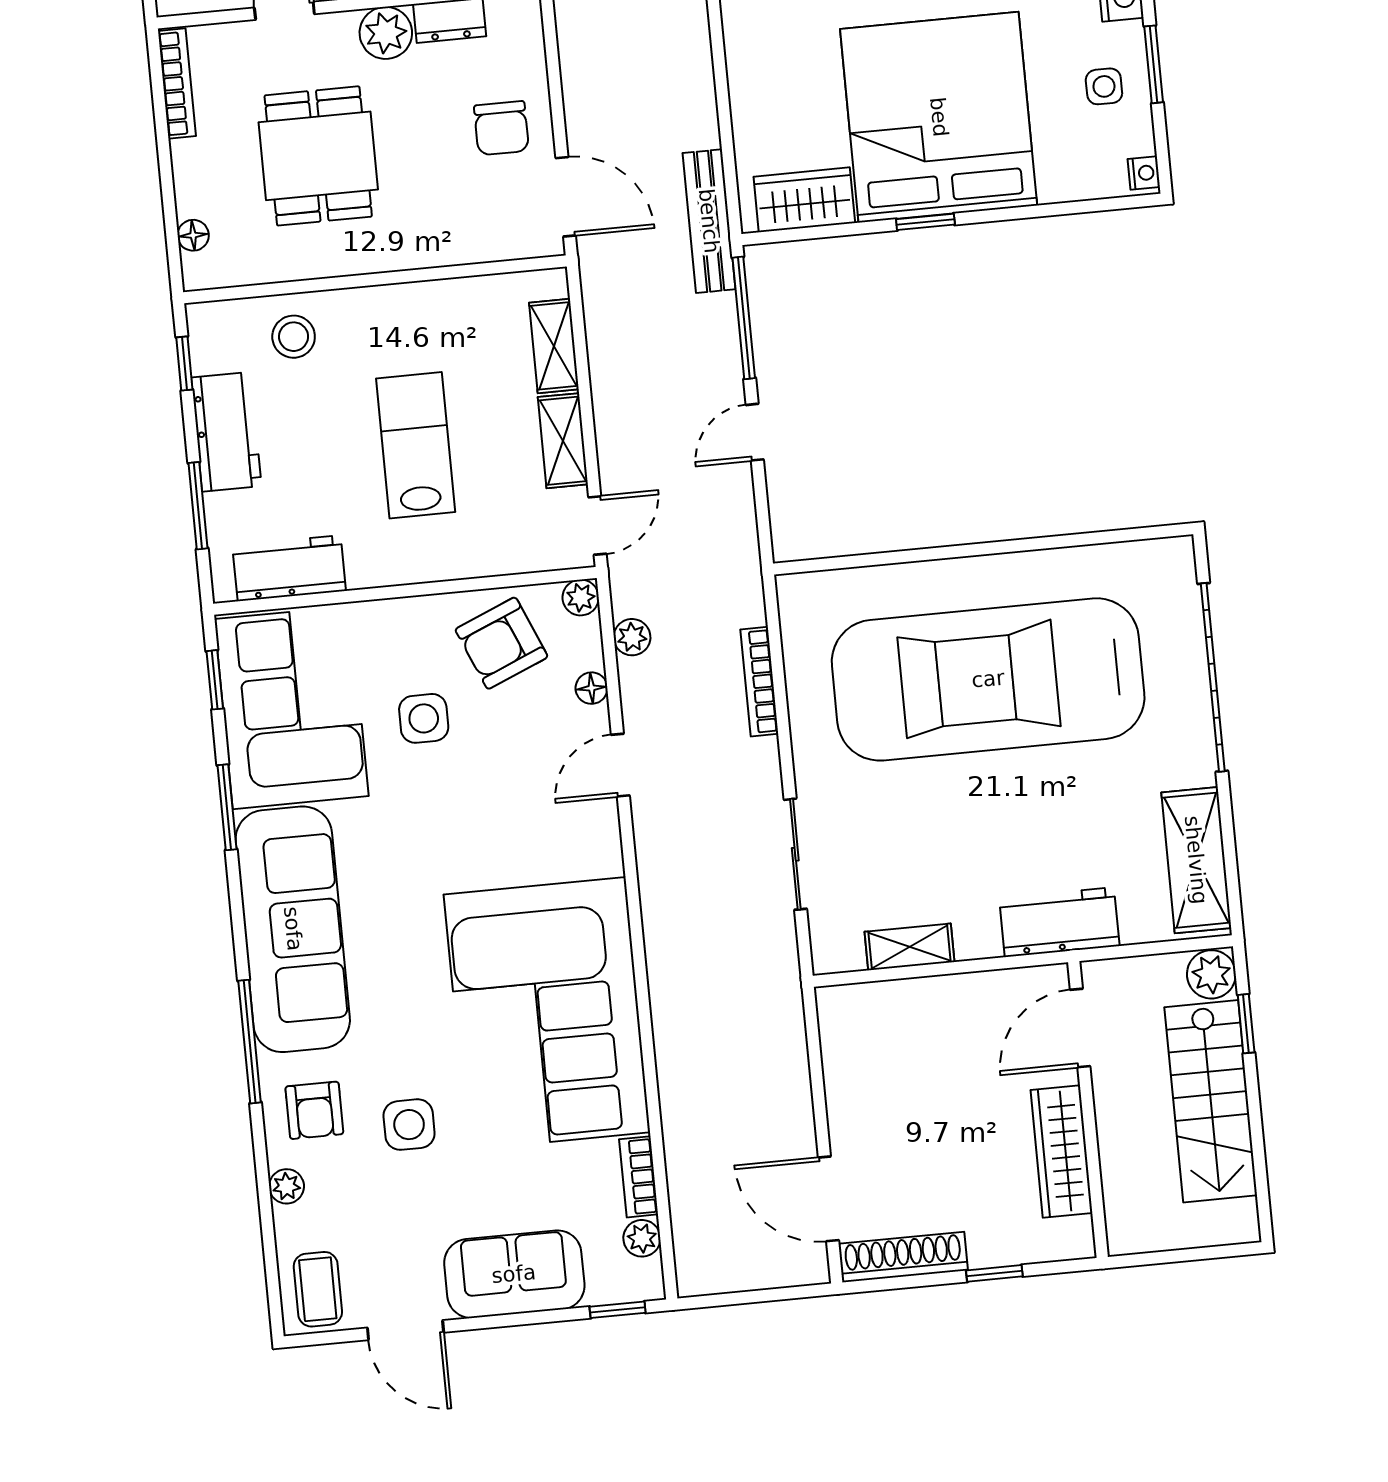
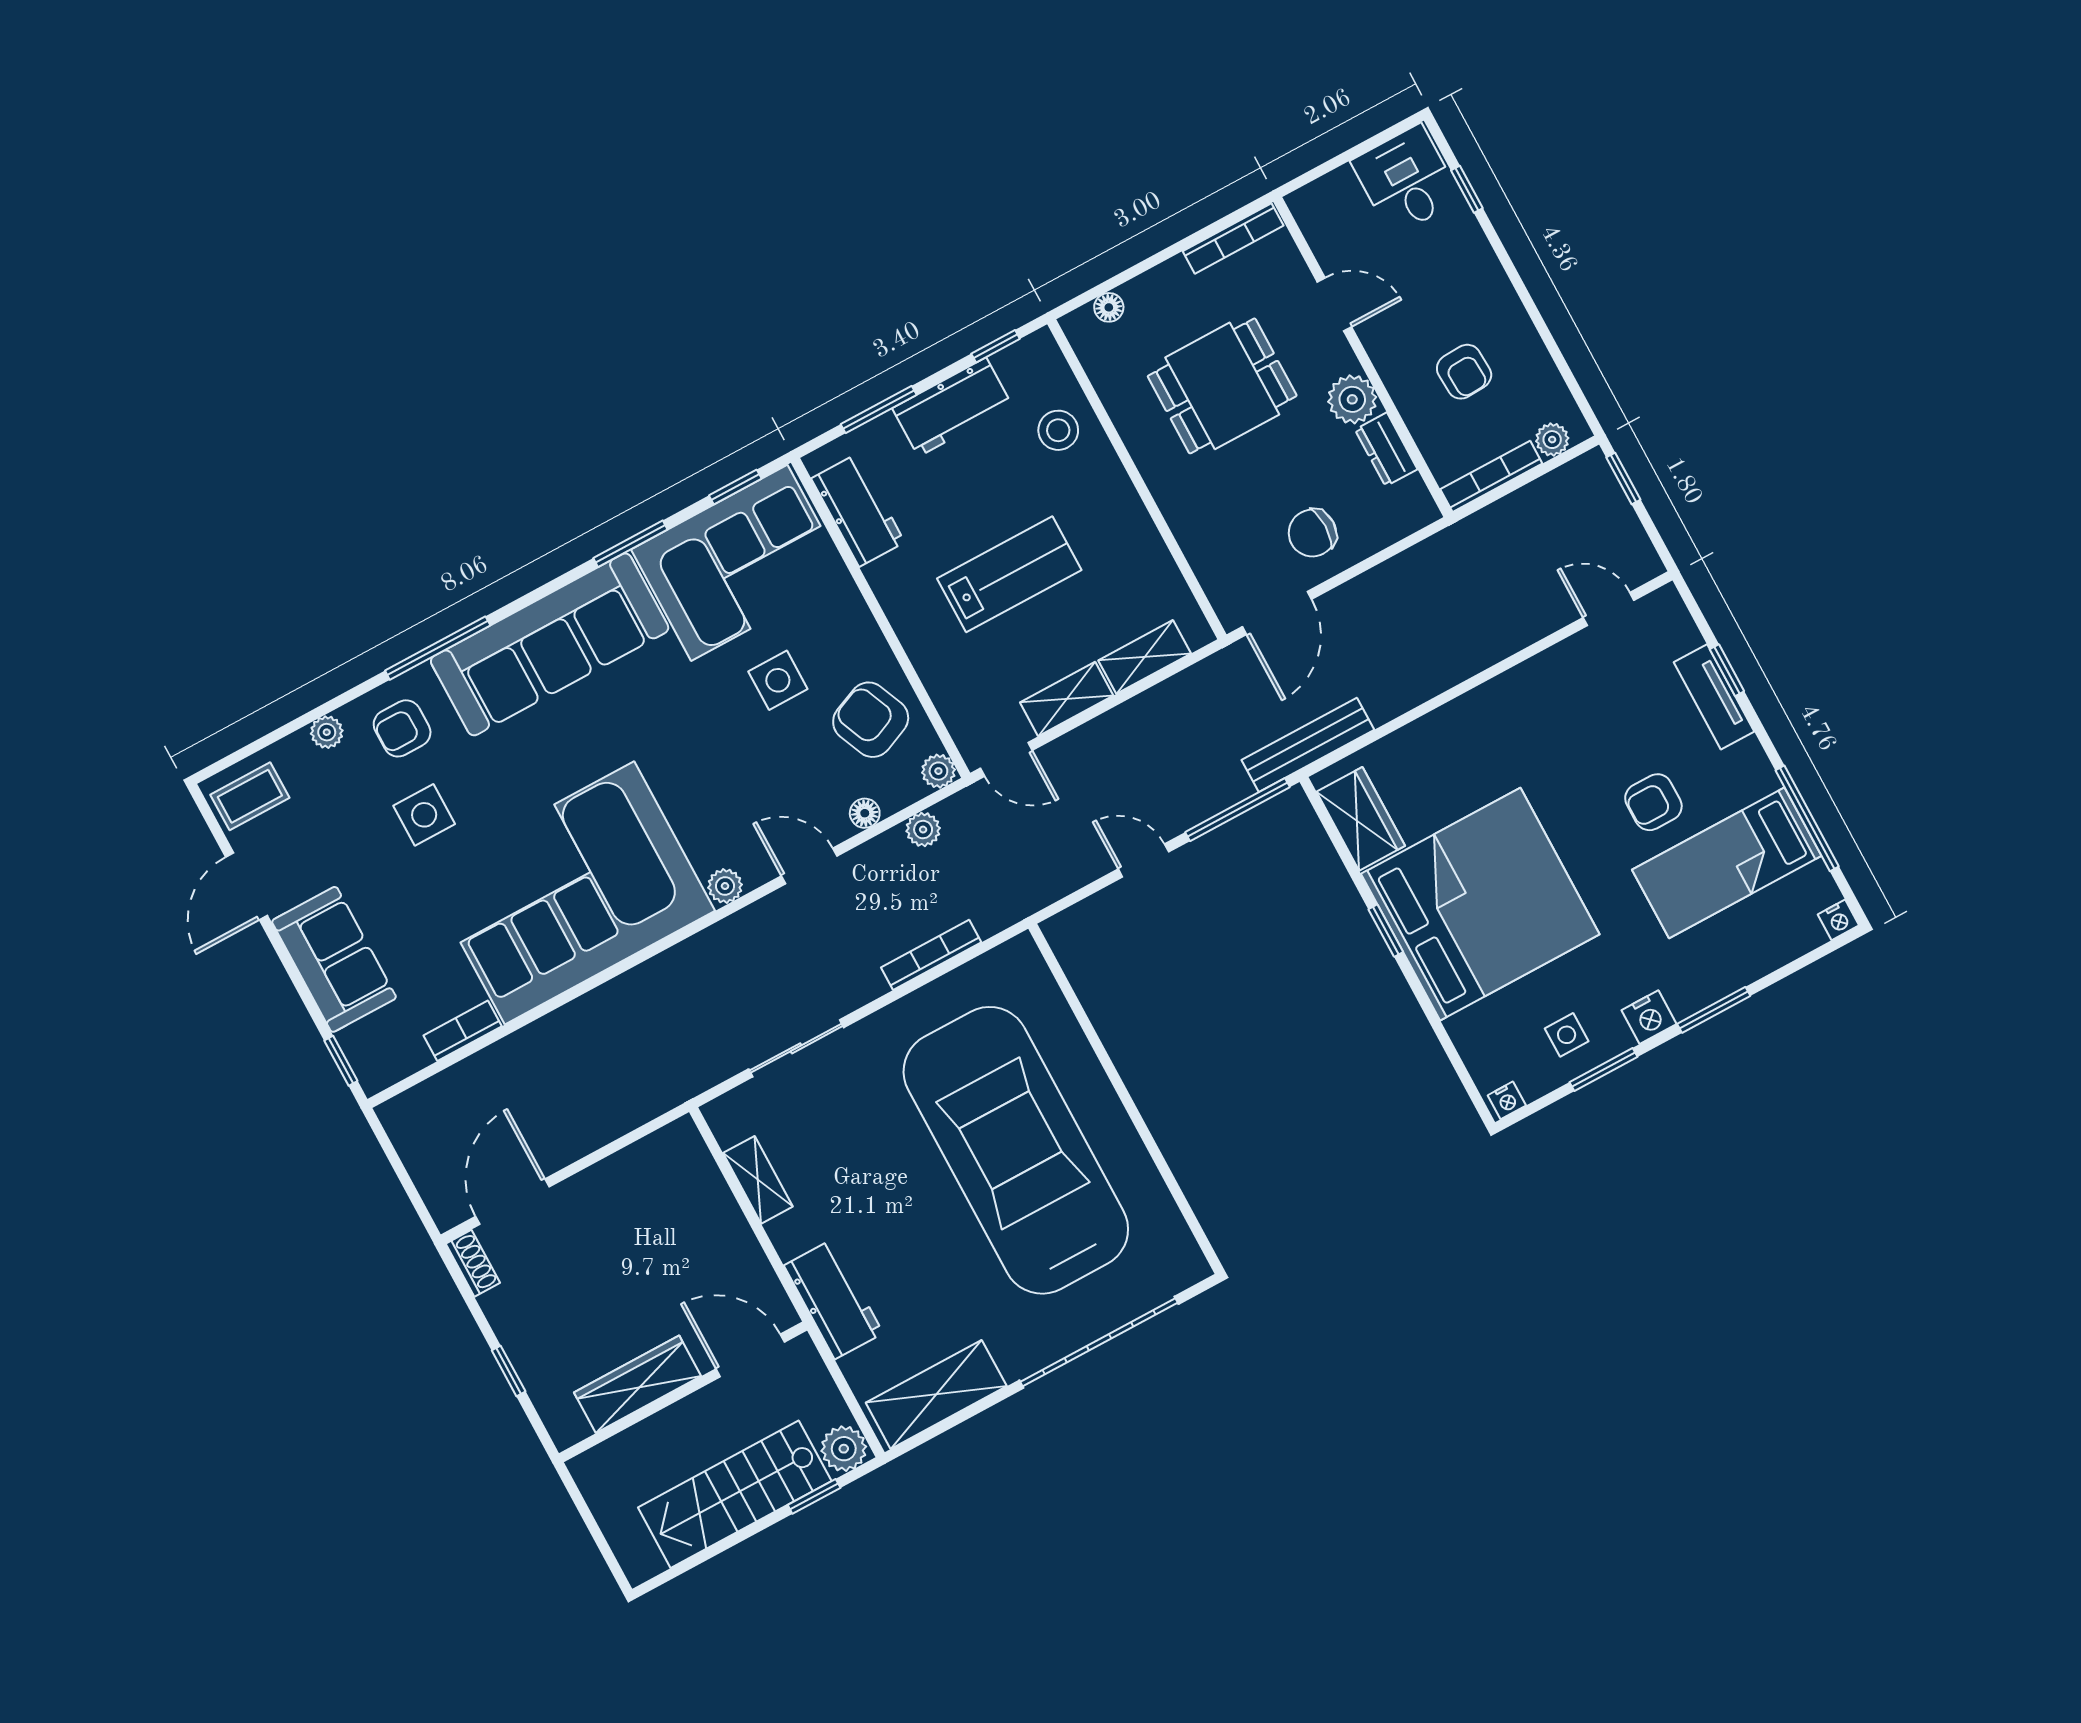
plant: (642, 1238) -> (725, 886), moved
shoe rack: (903, 1257) -> (473, 1263), width x0.51, depth x0.81

